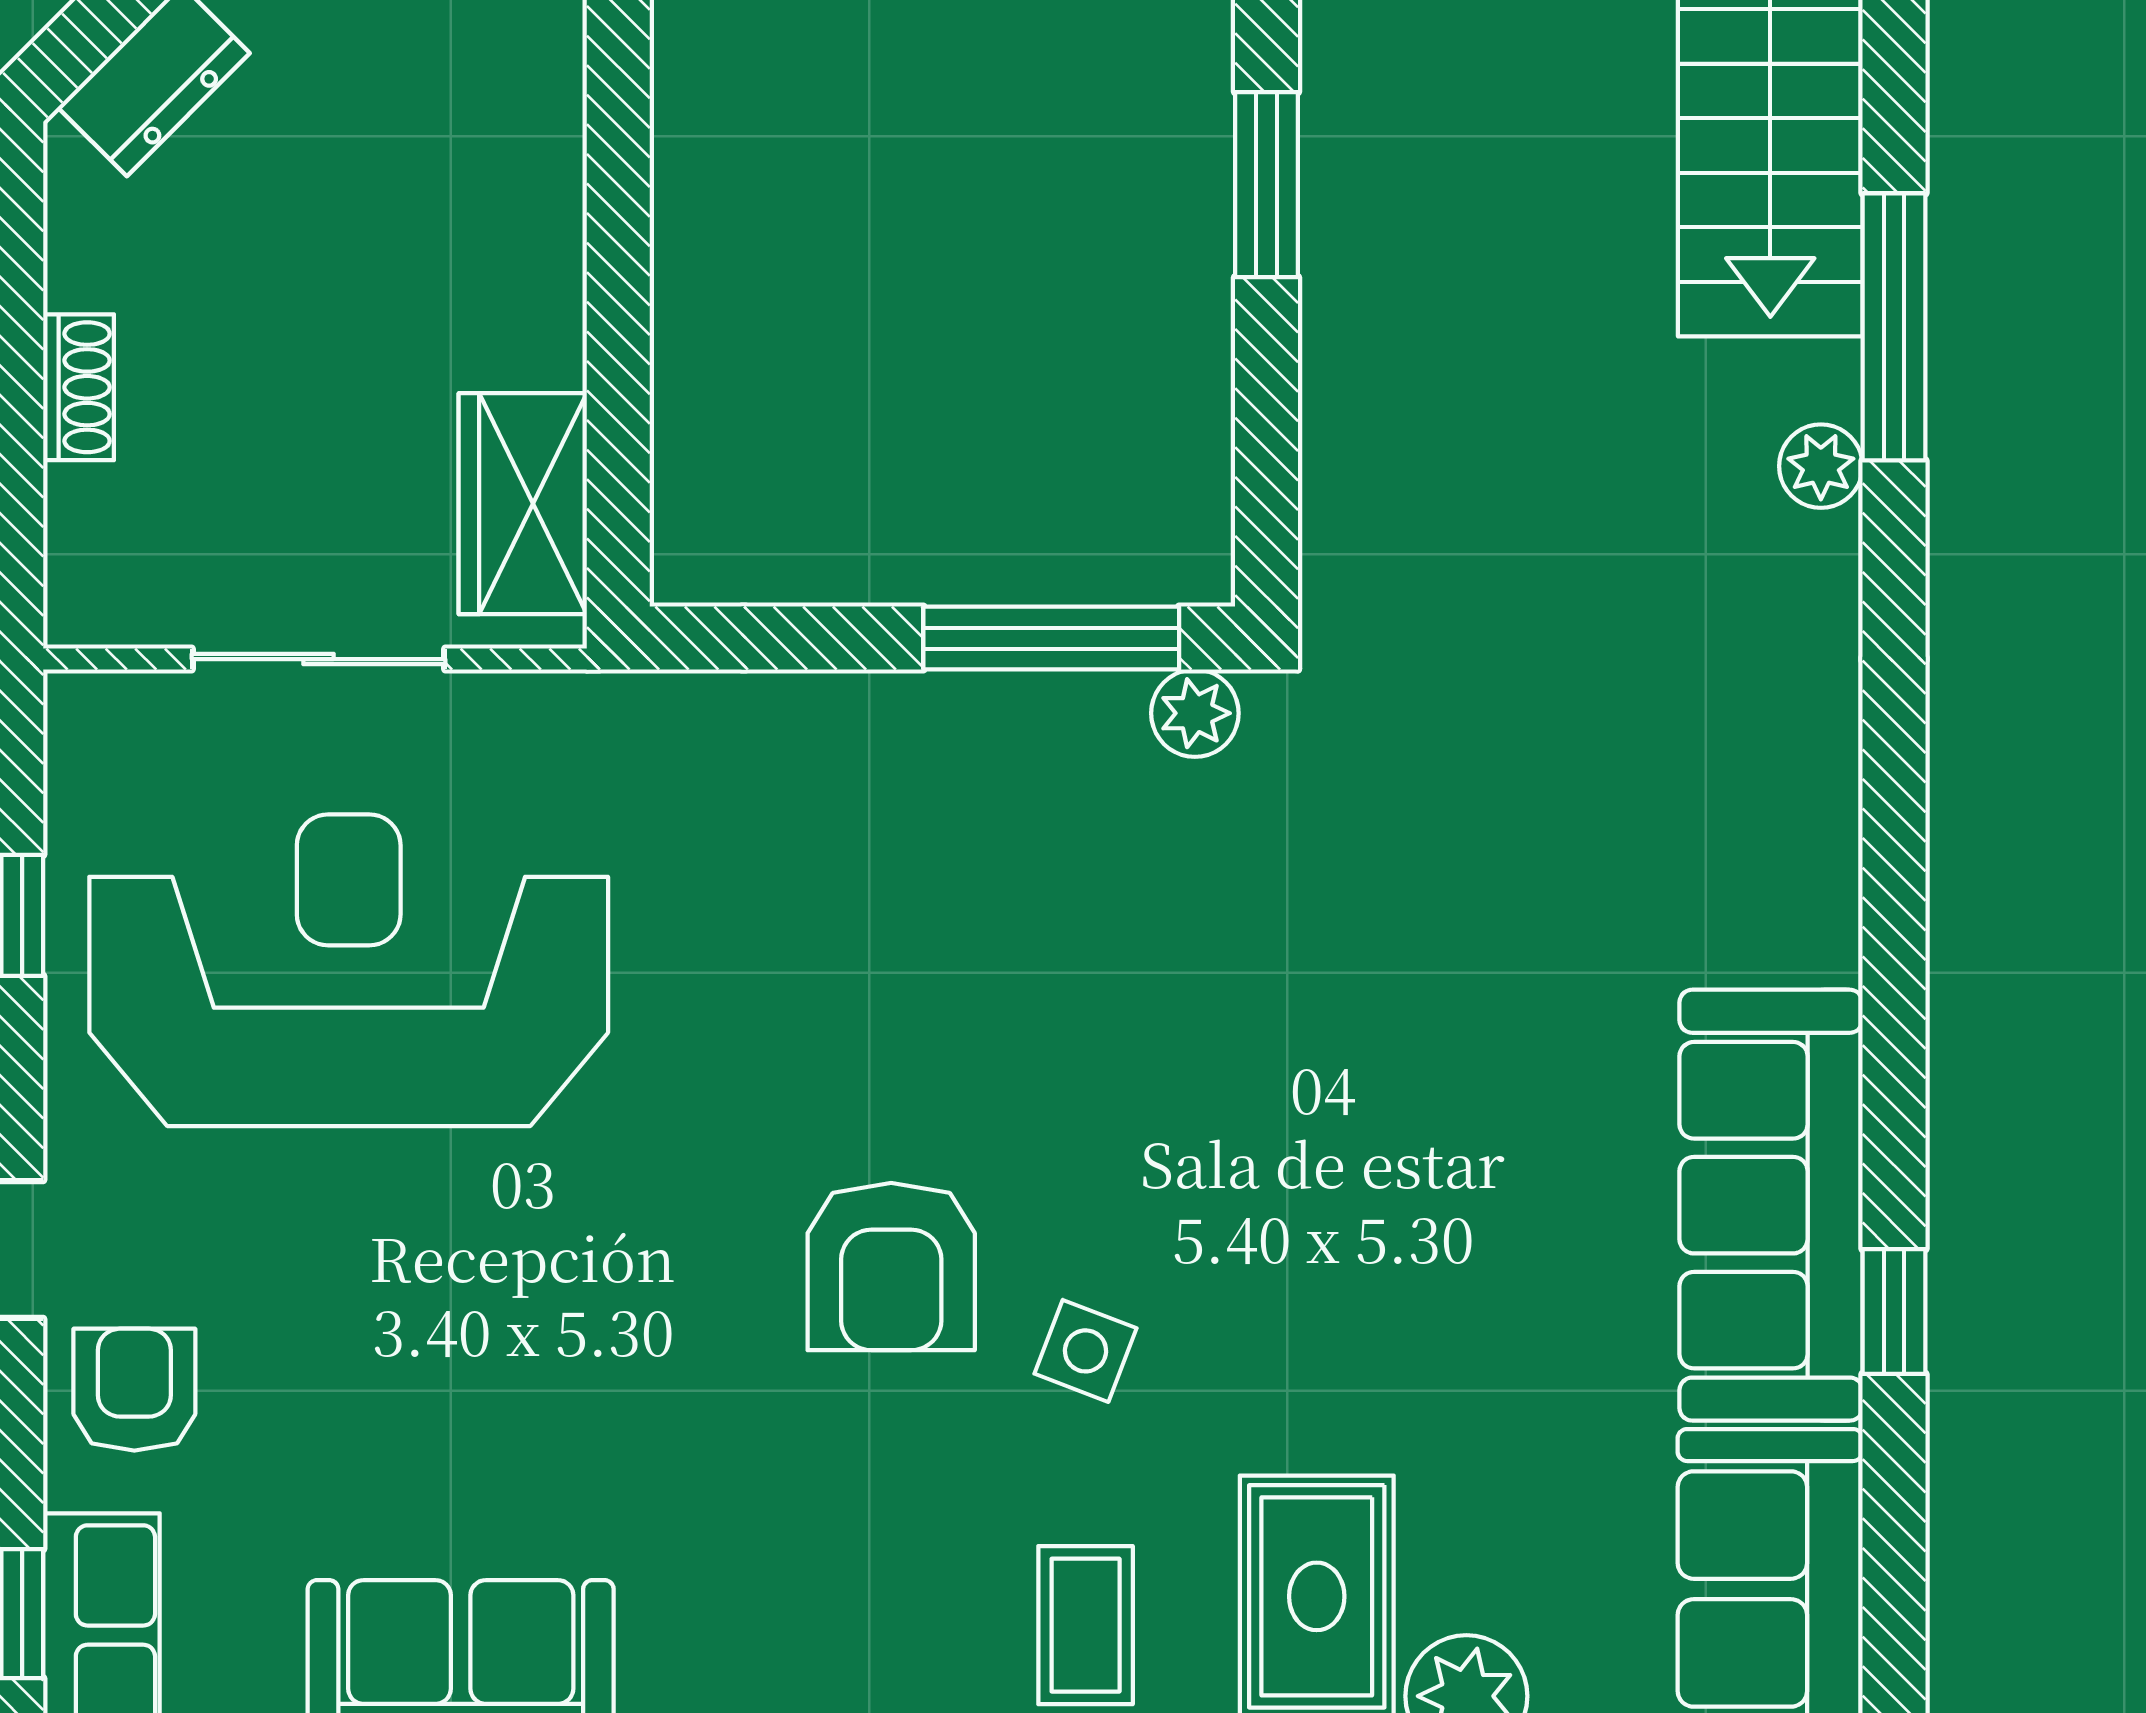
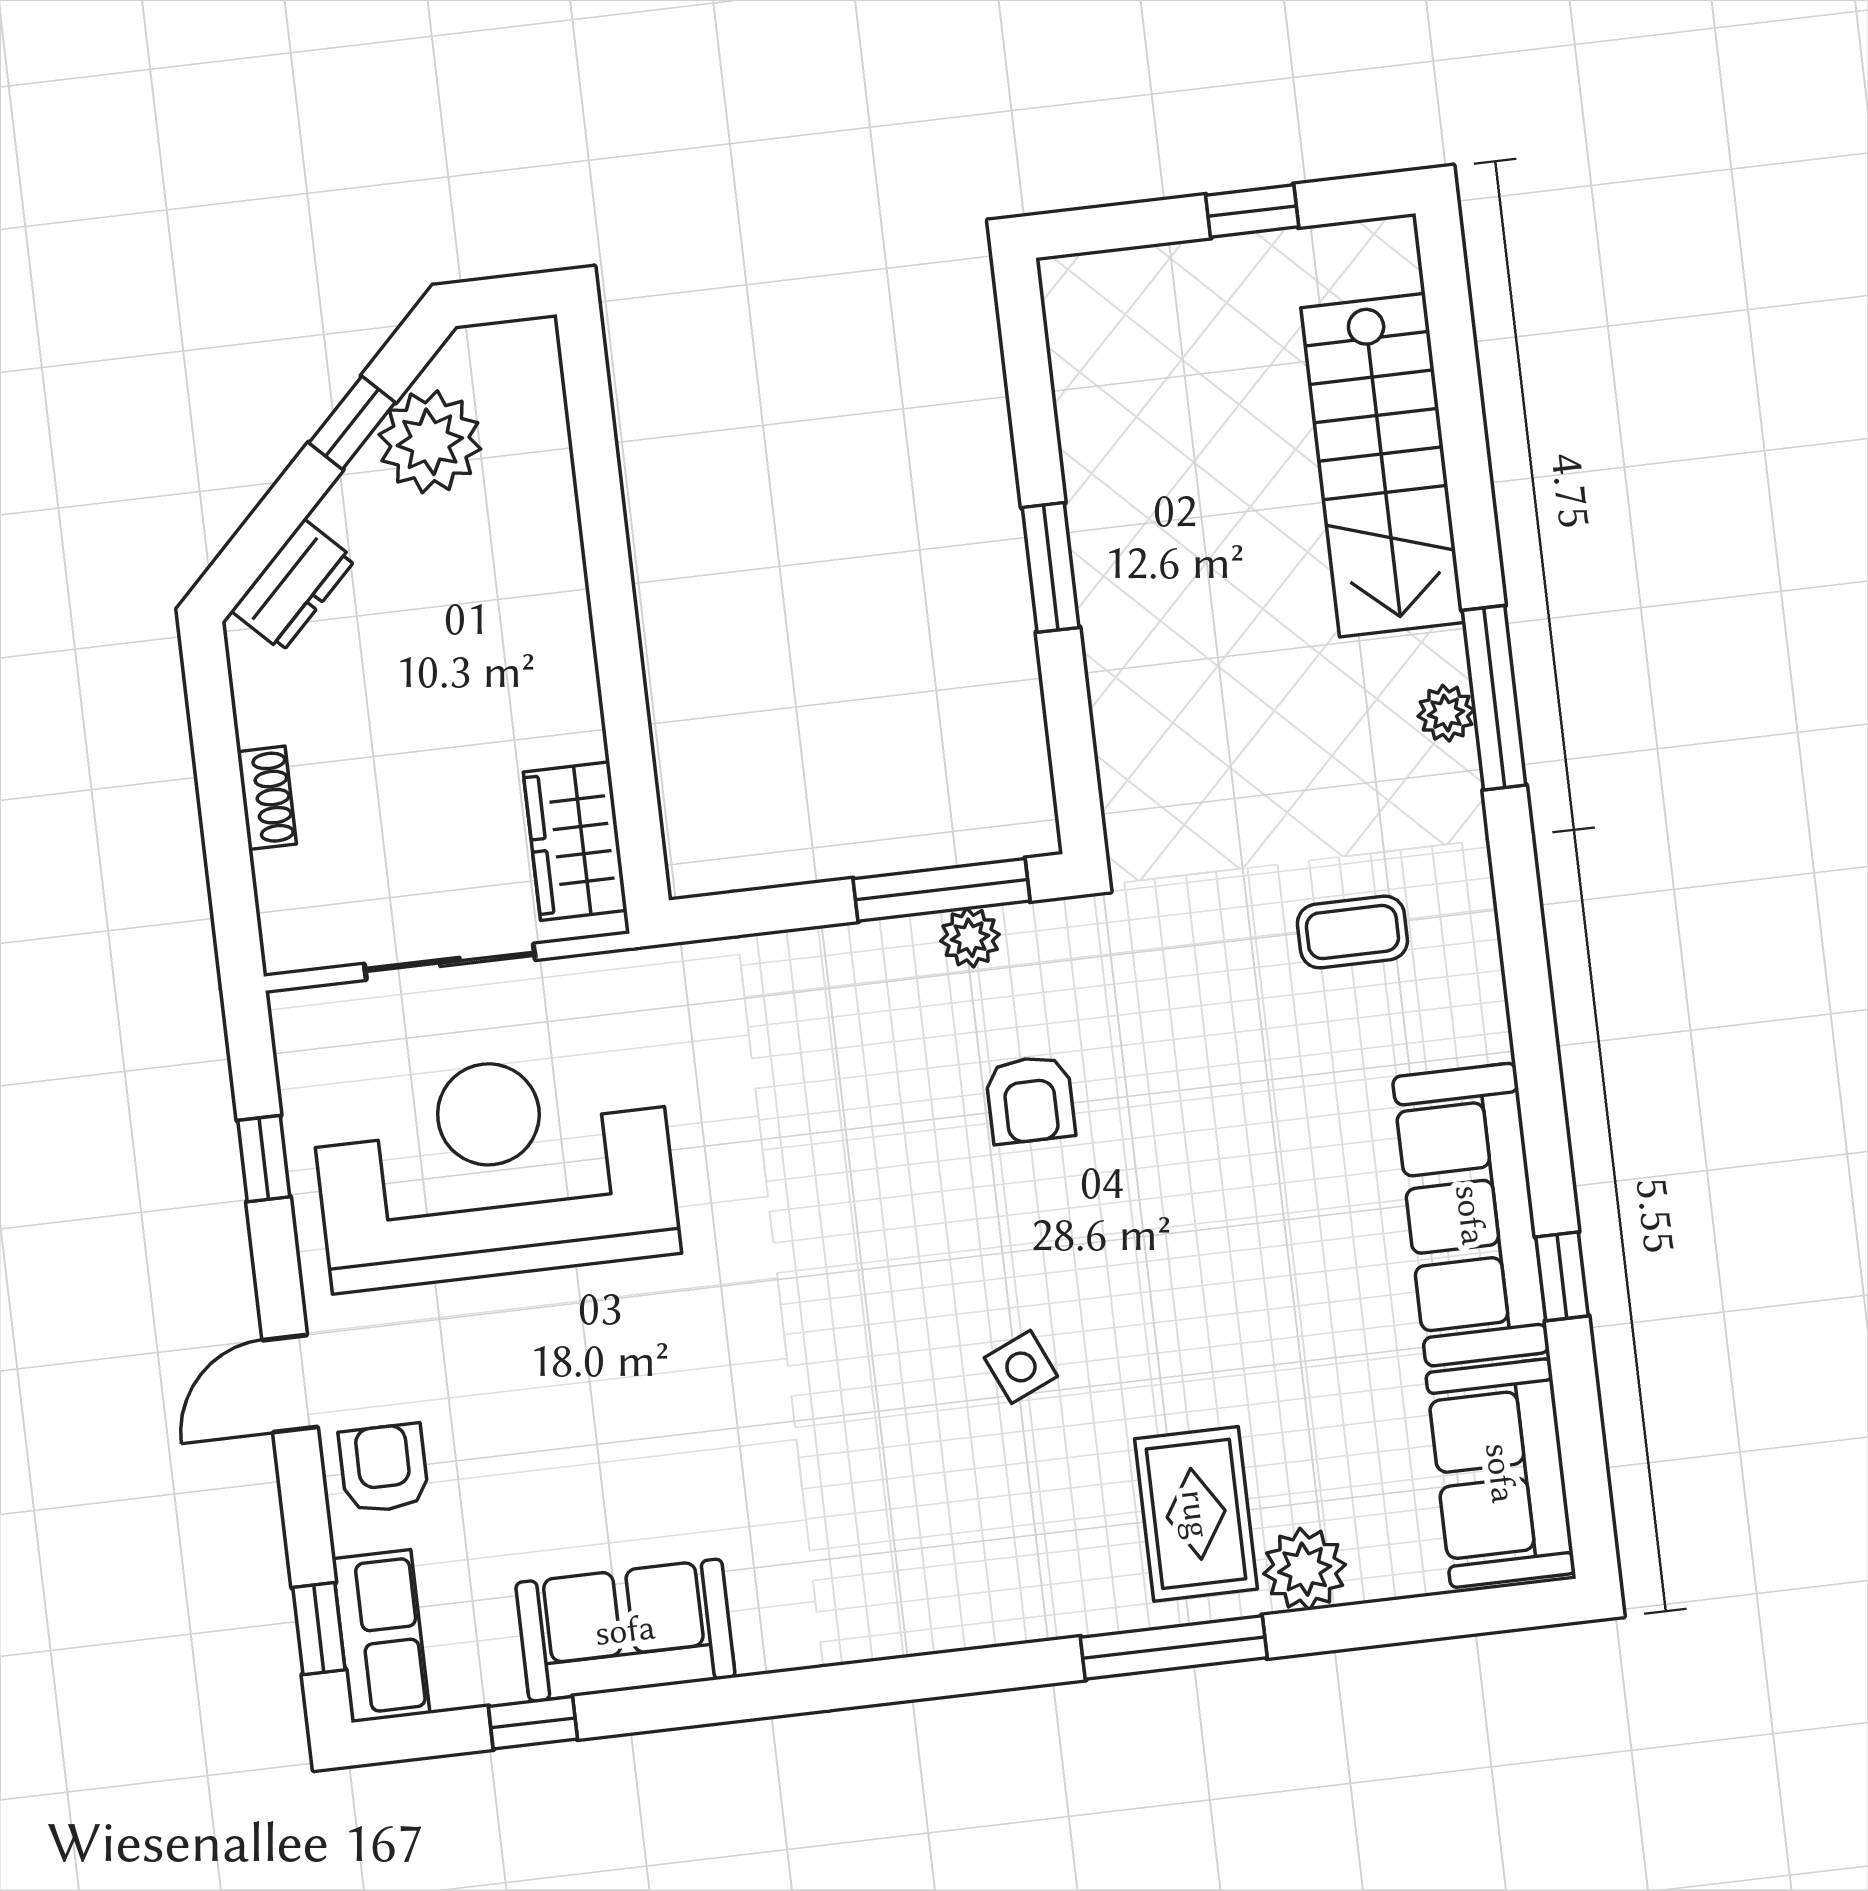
window: (1894, 327) -> (1494, 698), moved
plant: (1195, 713) -> (970, 938), moved
armchair: (891, 1267) -> (1030, 1100), moved, width x0.72, depth x0.72
side table: (1086, 1351) -> (1021, 1367), turned 45
coffee table: (1086, 1625) -> (1352, 932), moved, turned 90

